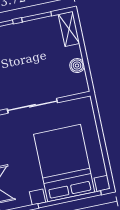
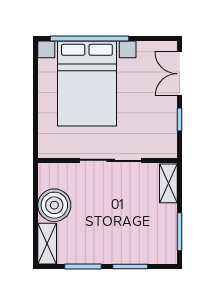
boiler: (77, 66) -> (54, 205), width x1.86, depth x1.86

